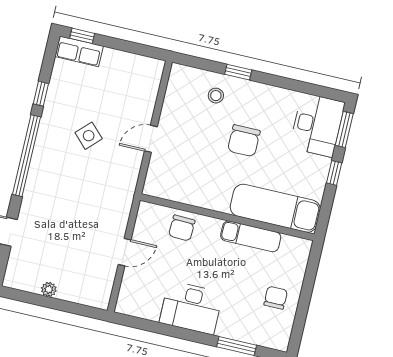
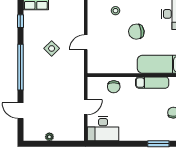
window: (41, 94) -> (20, 21), moved
chair: (244, 141) -> (136, 32), turned 82
desk: (191, 308) -> (103, 129), moved

